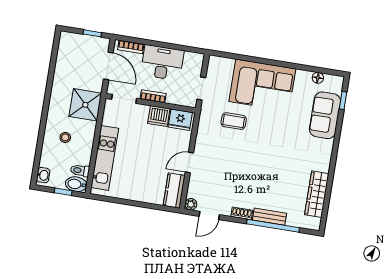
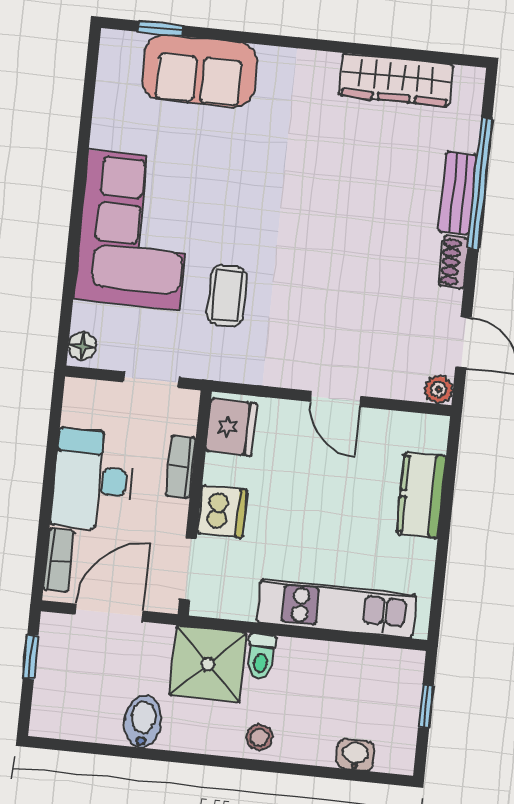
floor lamp: (318, 78) -> (82, 346), moved
bookcase: (153, 96) -> (181, 467), moved
dishwasher: (159, 116) -> (222, 512), moved
stool: (65, 137) -> (259, 737), moved
toilet: (80, 170) -> (261, 657), moved
washbasin: (43, 175) -> (355, 755), moved
bidet: (76, 184) -> (143, 721), moved, turned 180
kitchen counter: (174, 191) -> (421, 495), moved, turned 90

